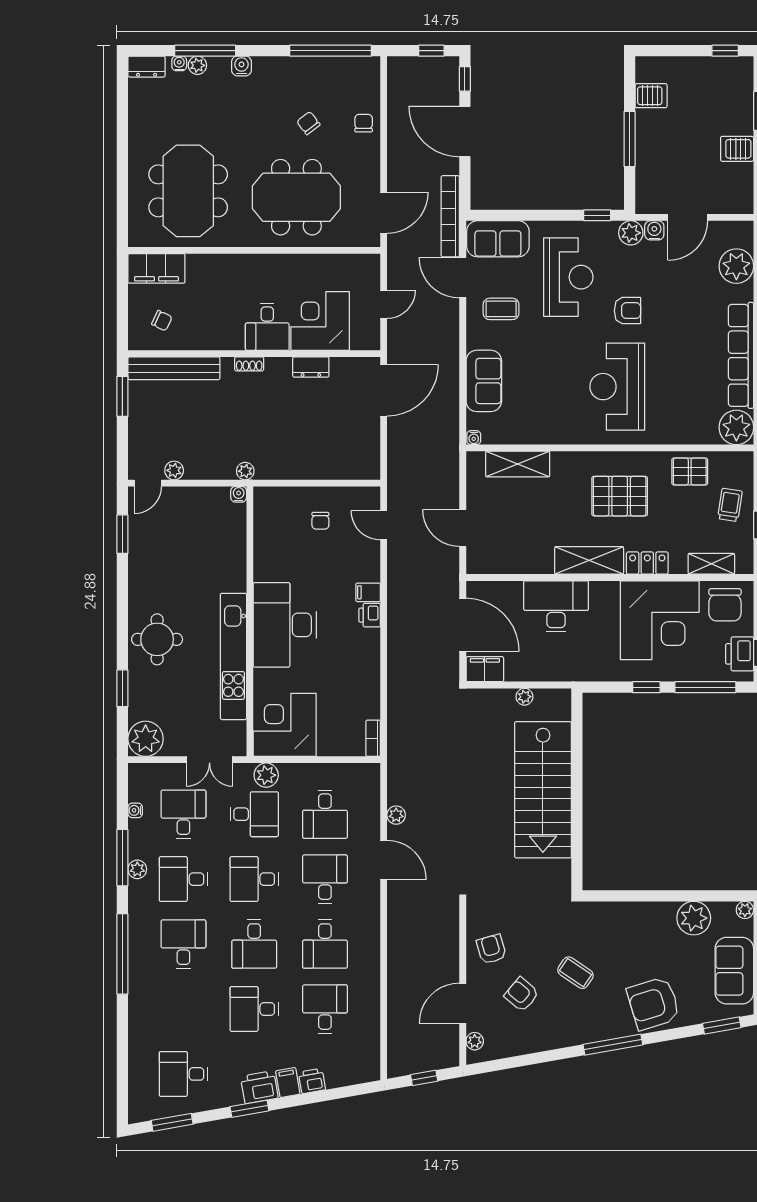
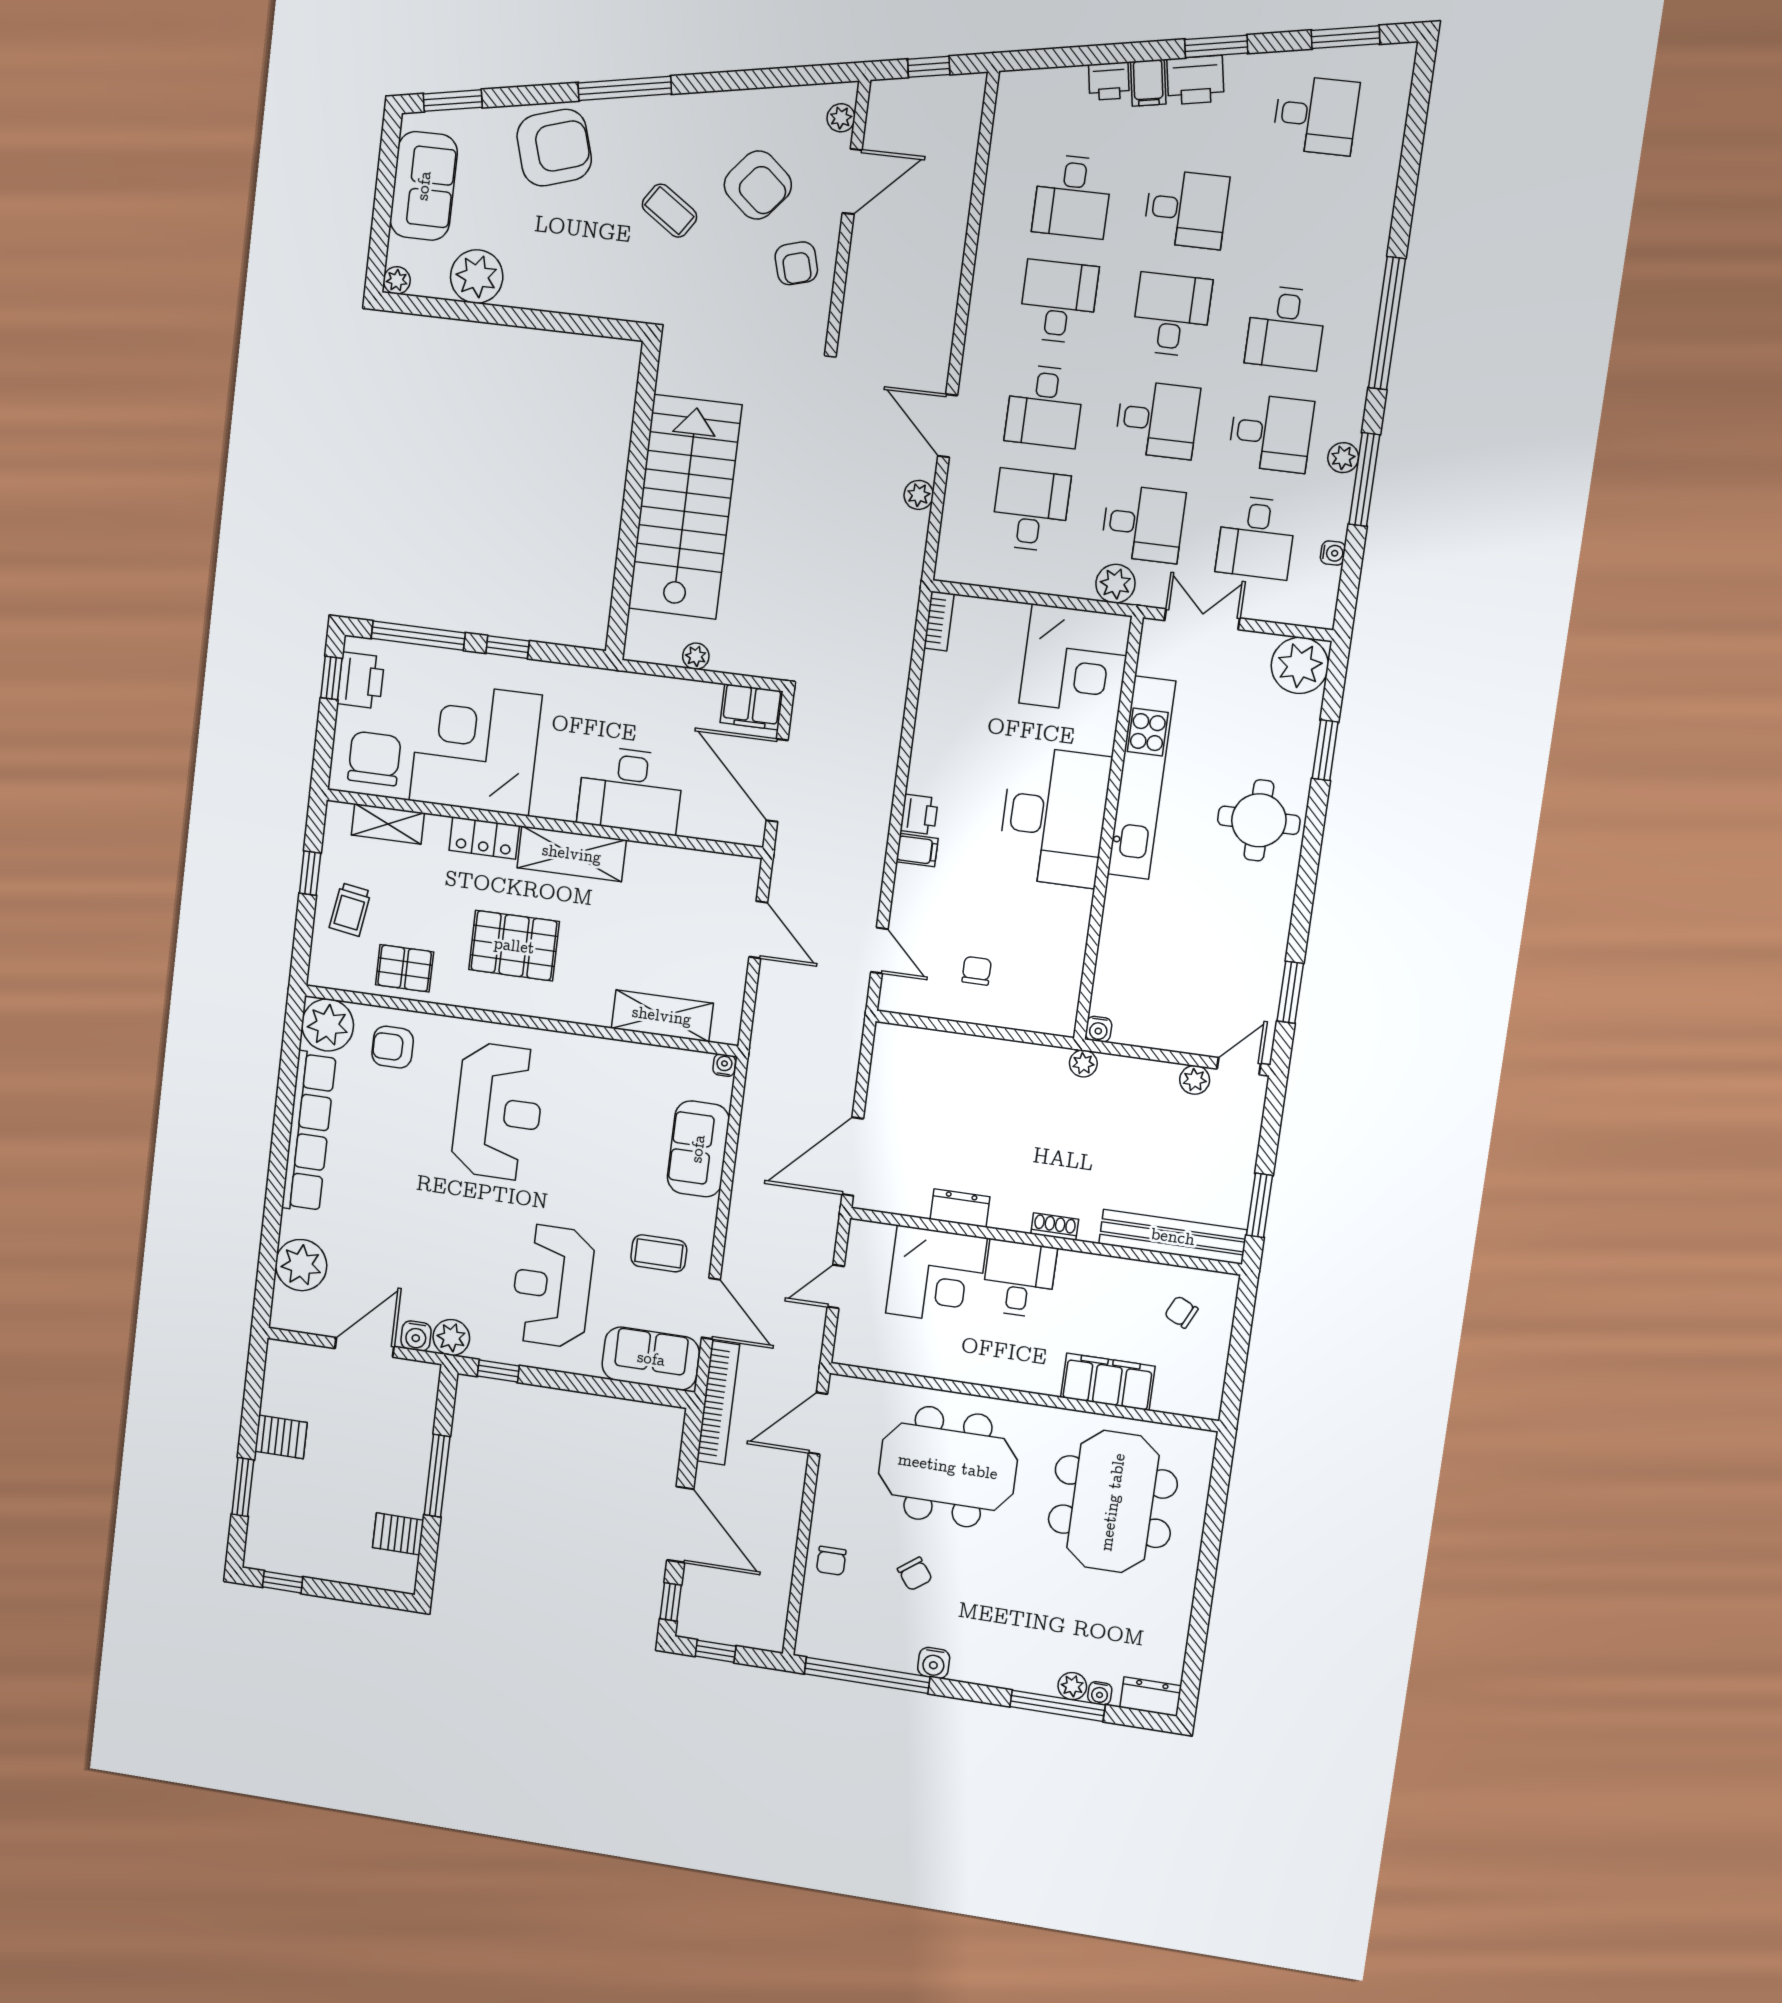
water cooler: (241, 66) -> (934, 1663), moved
filing cabinet: (156, 268) -> (1108, 1382), moved
armchair: (627, 311) -> (393, 1047), moved
desk: (254, 814) -> (1143, 524), turned 180
armchair: (522, 994) -> (758, 185), width x1.38, depth x1.38

